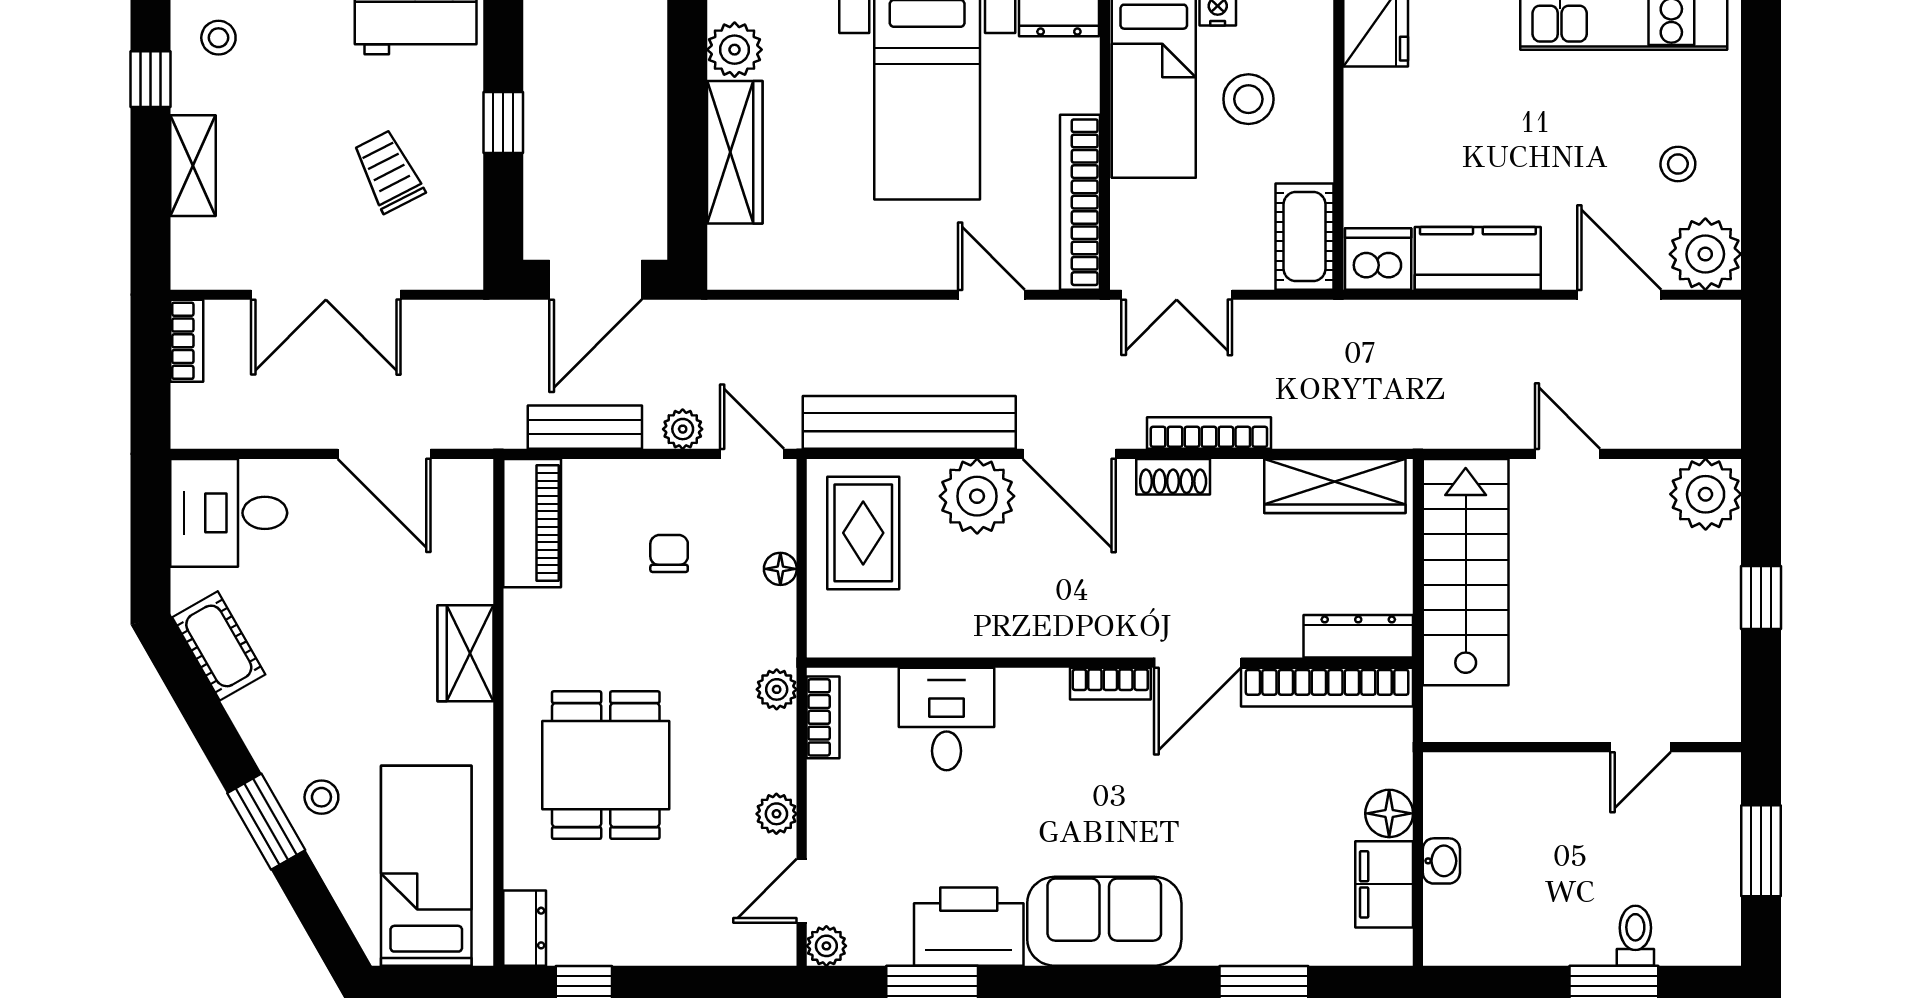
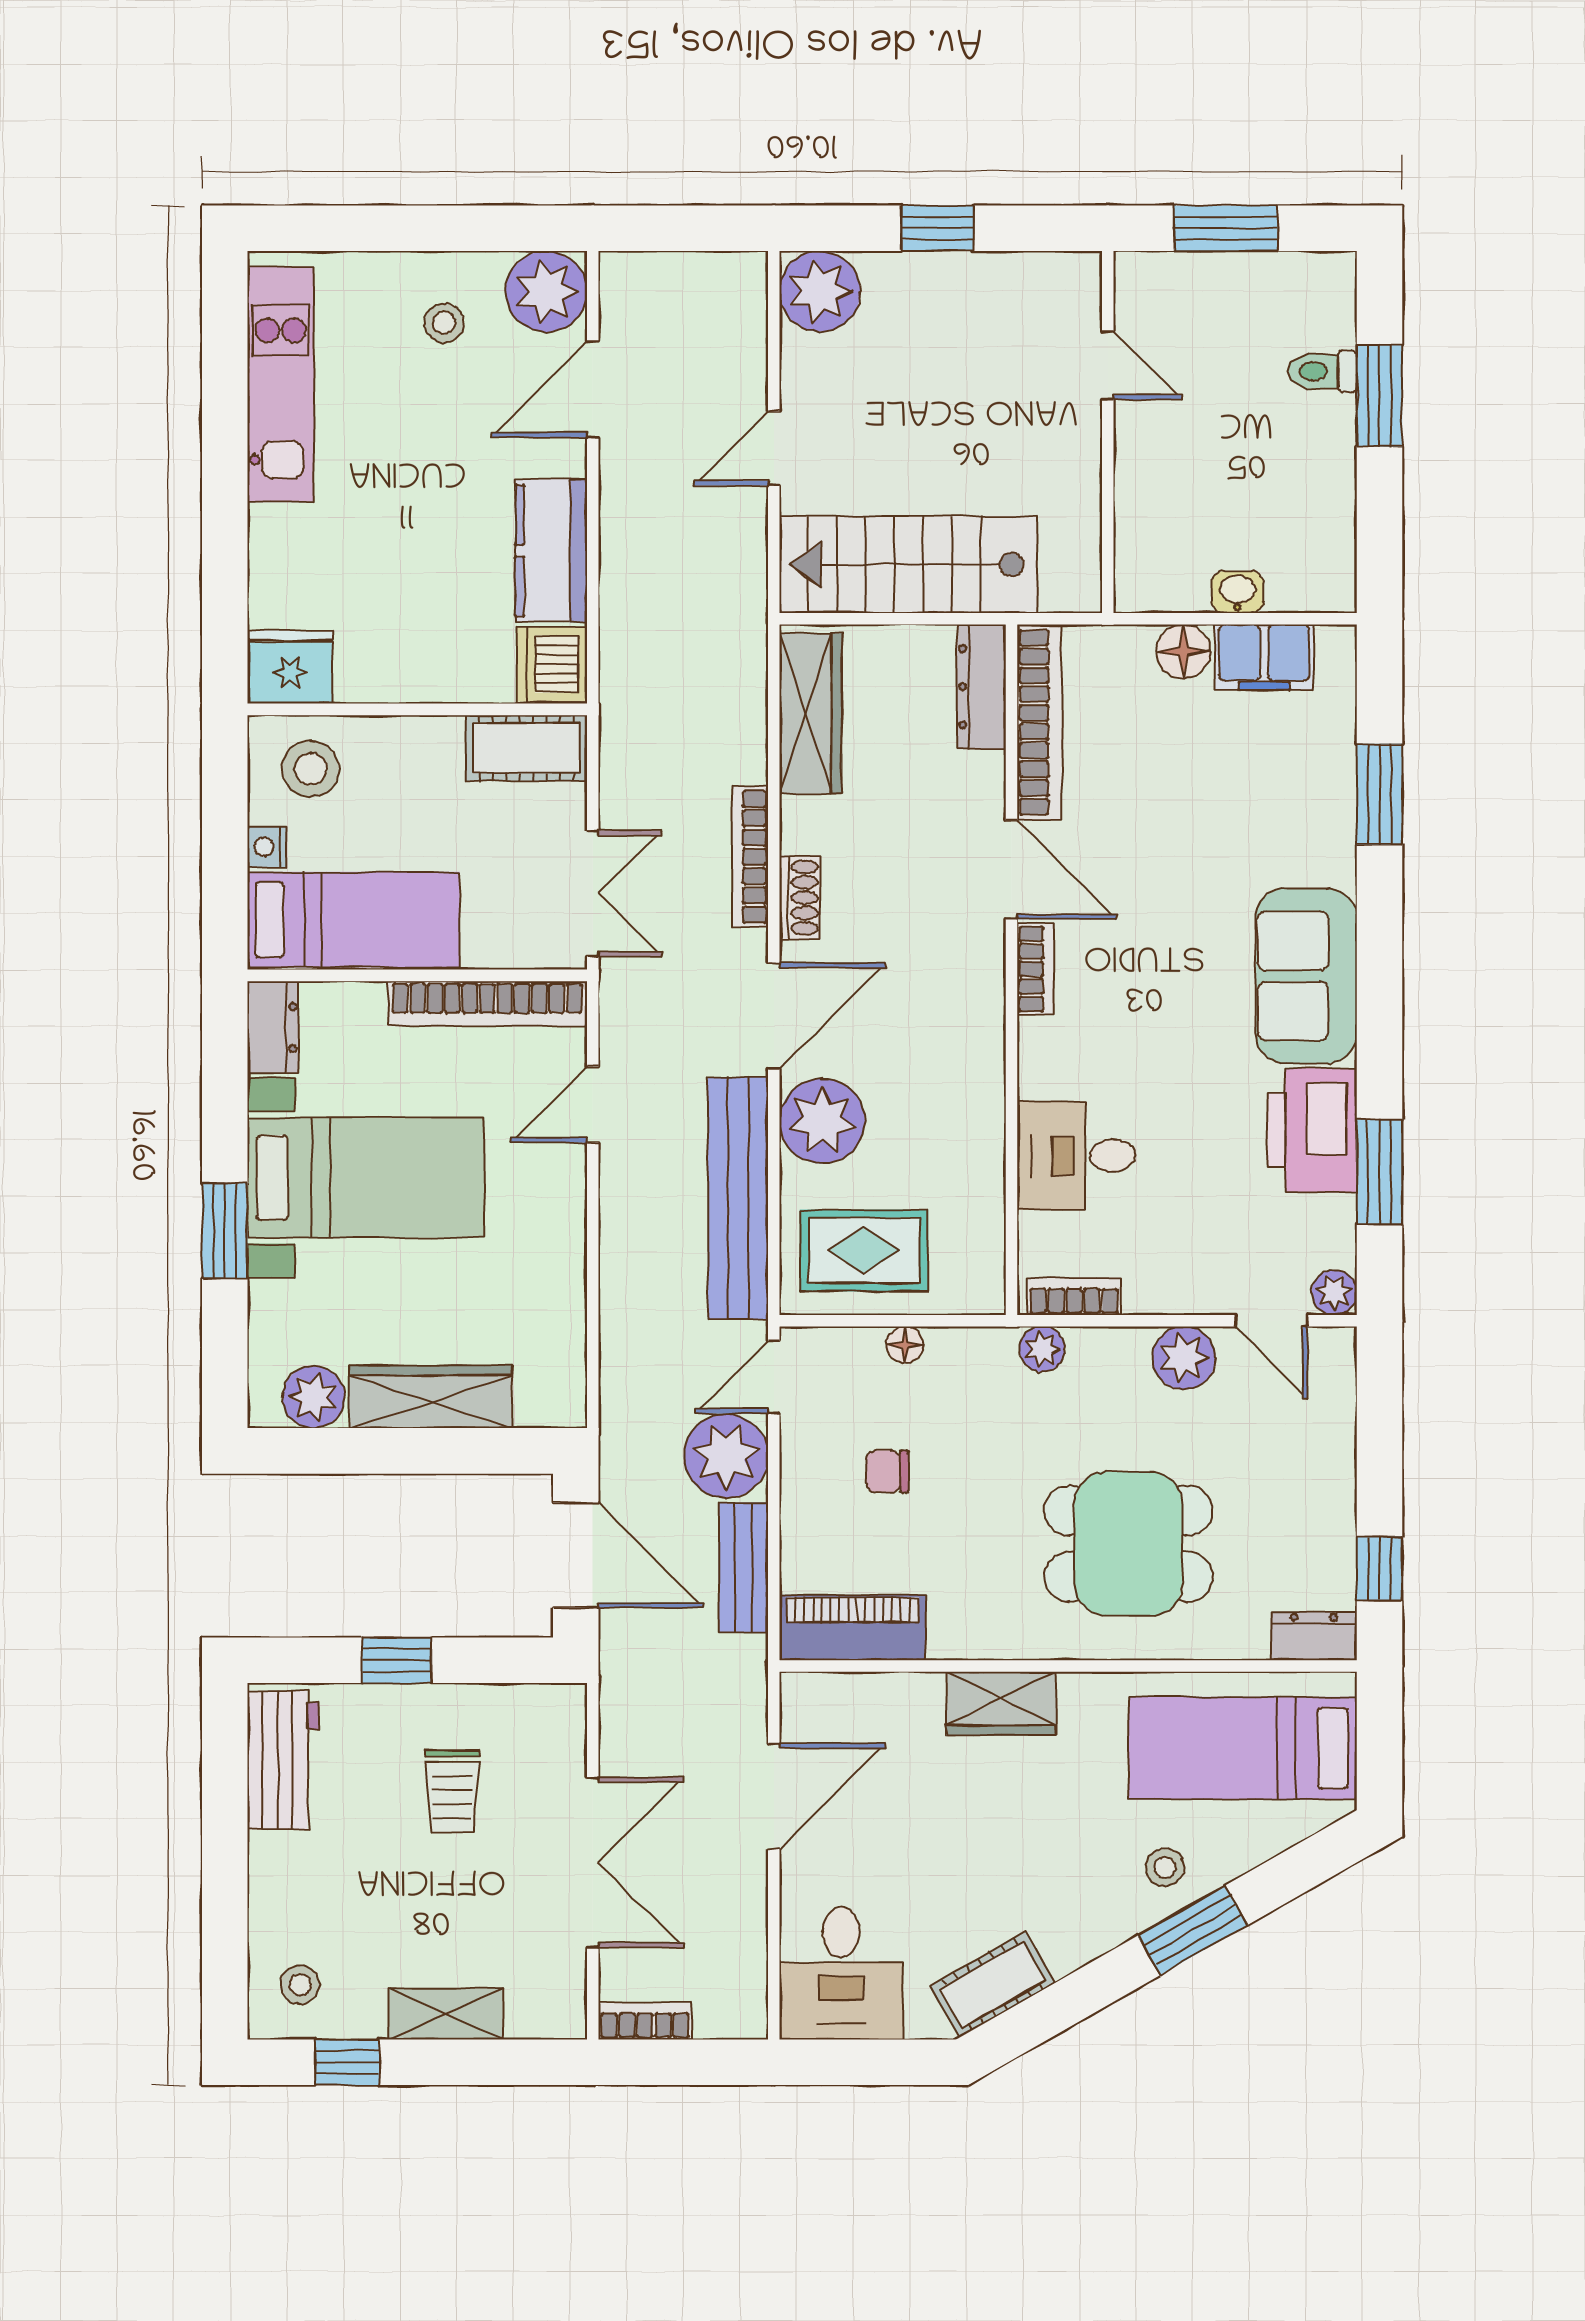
stool: (1248, 99) -> (310, 769), moved
trolley: (389, 171) -> (452, 1791), turned -63
plant: (683, 429) -> (726, 1456), width x1.88, depth x1.88
plant: (776, 814) -> (1184, 1358), width x1.38, depth x1.38

